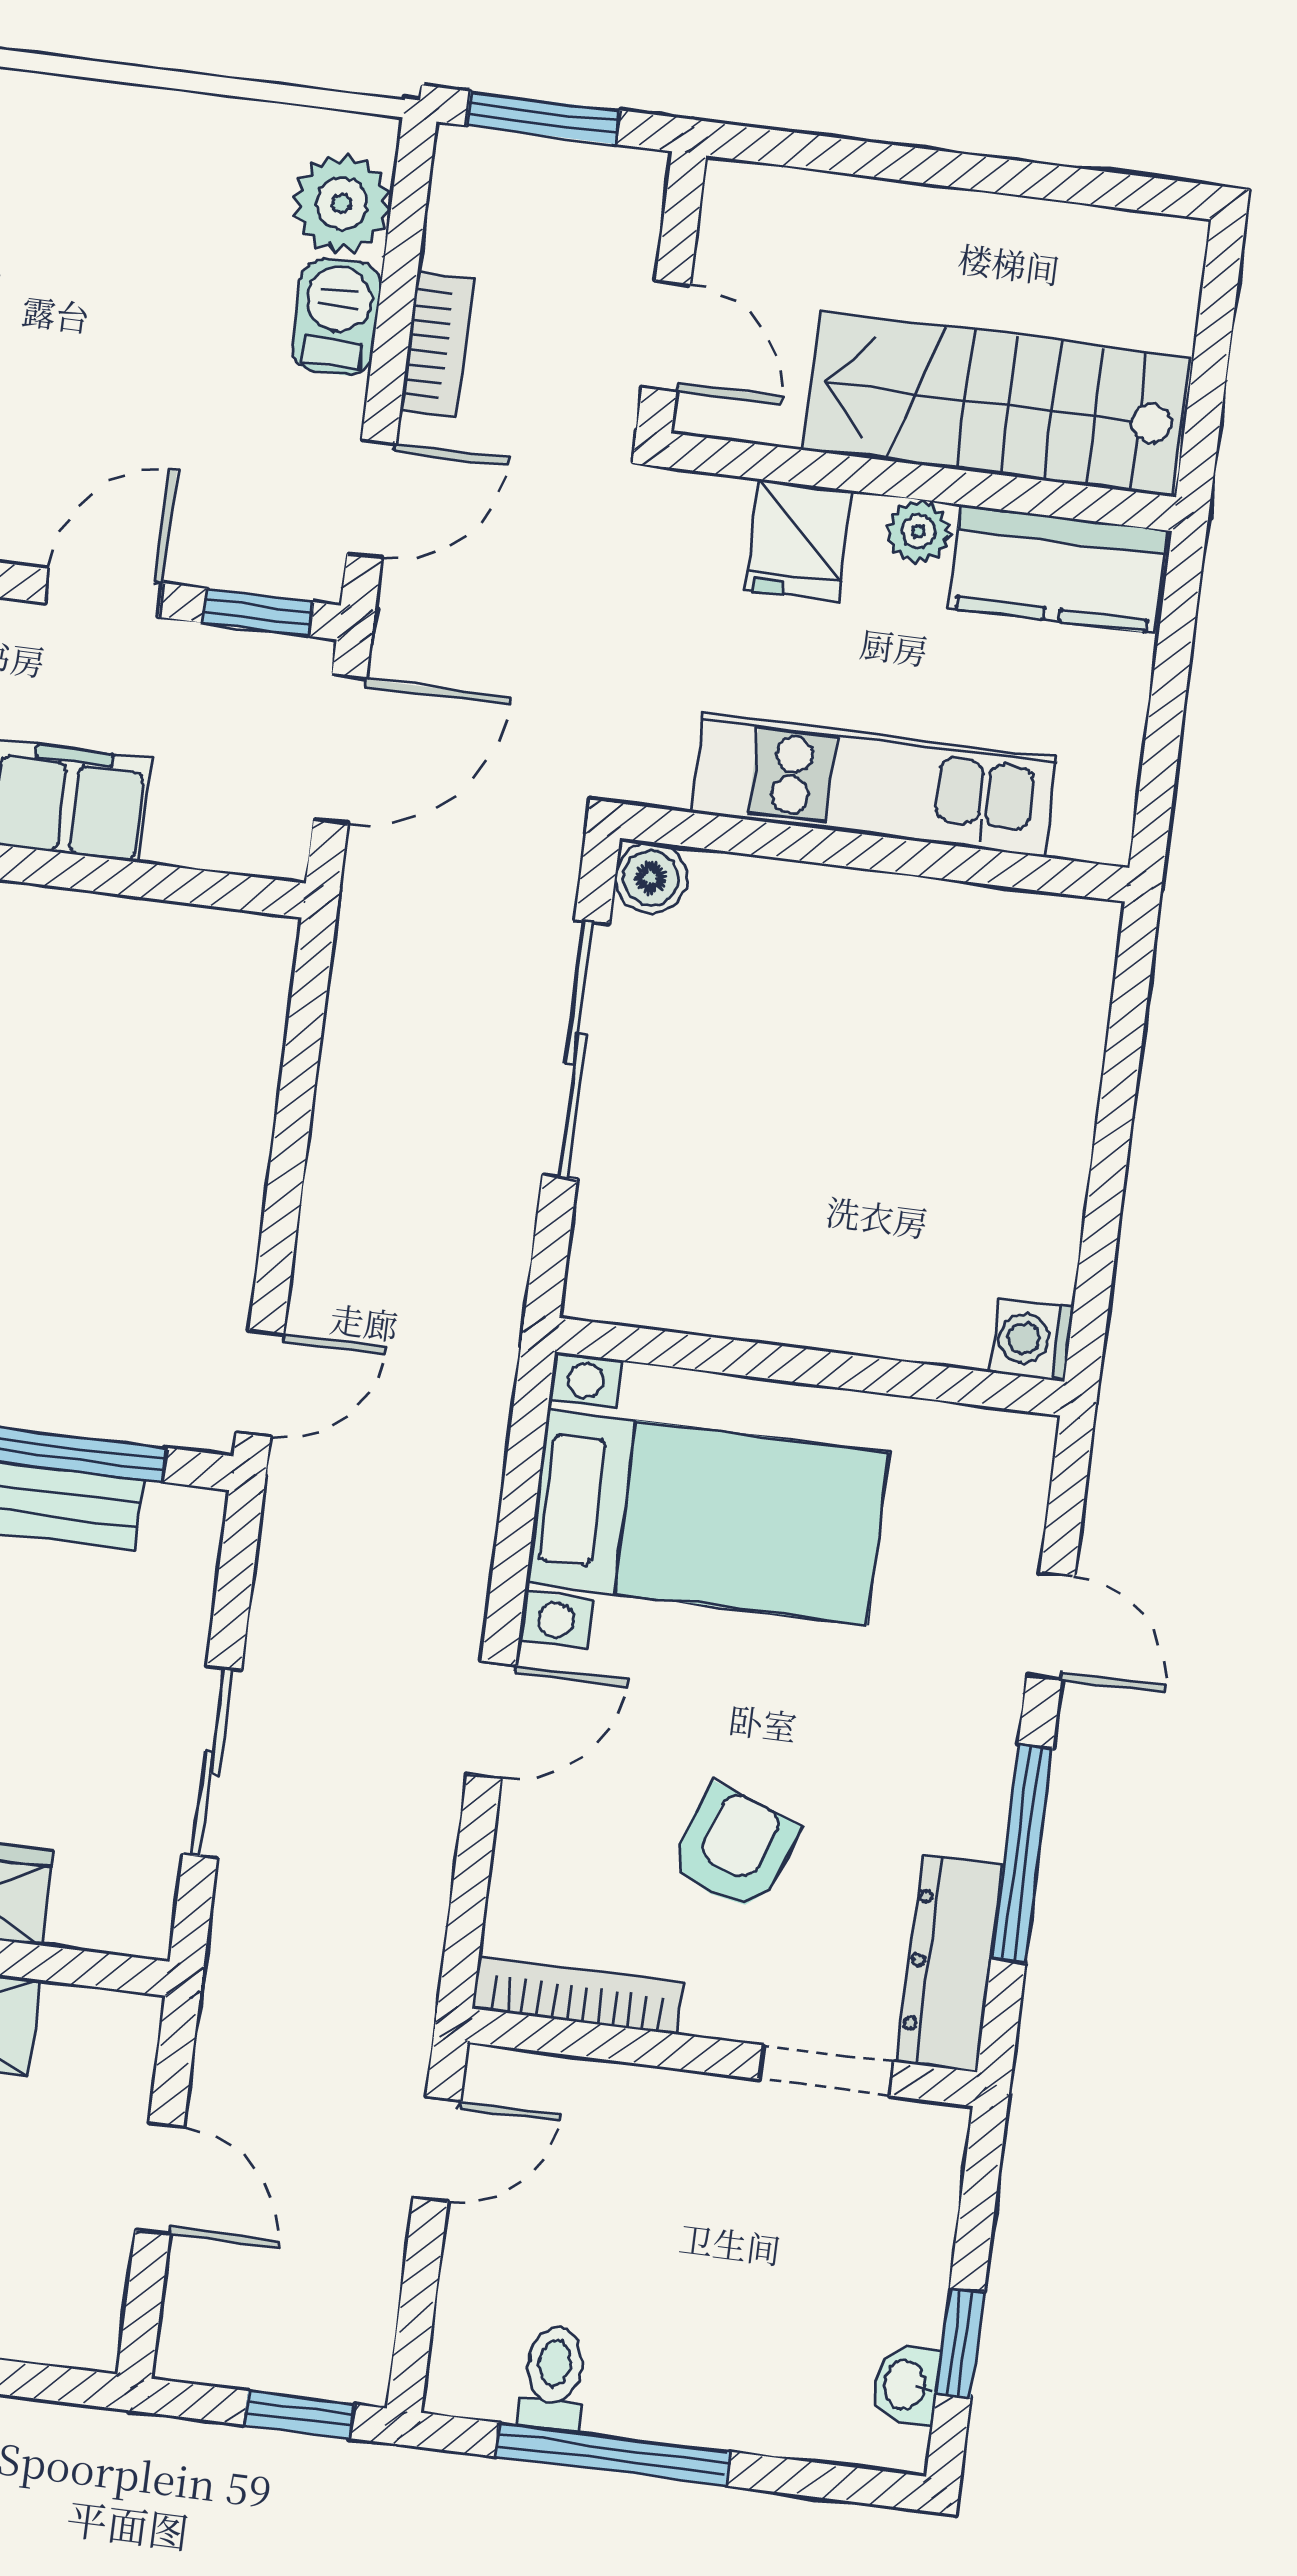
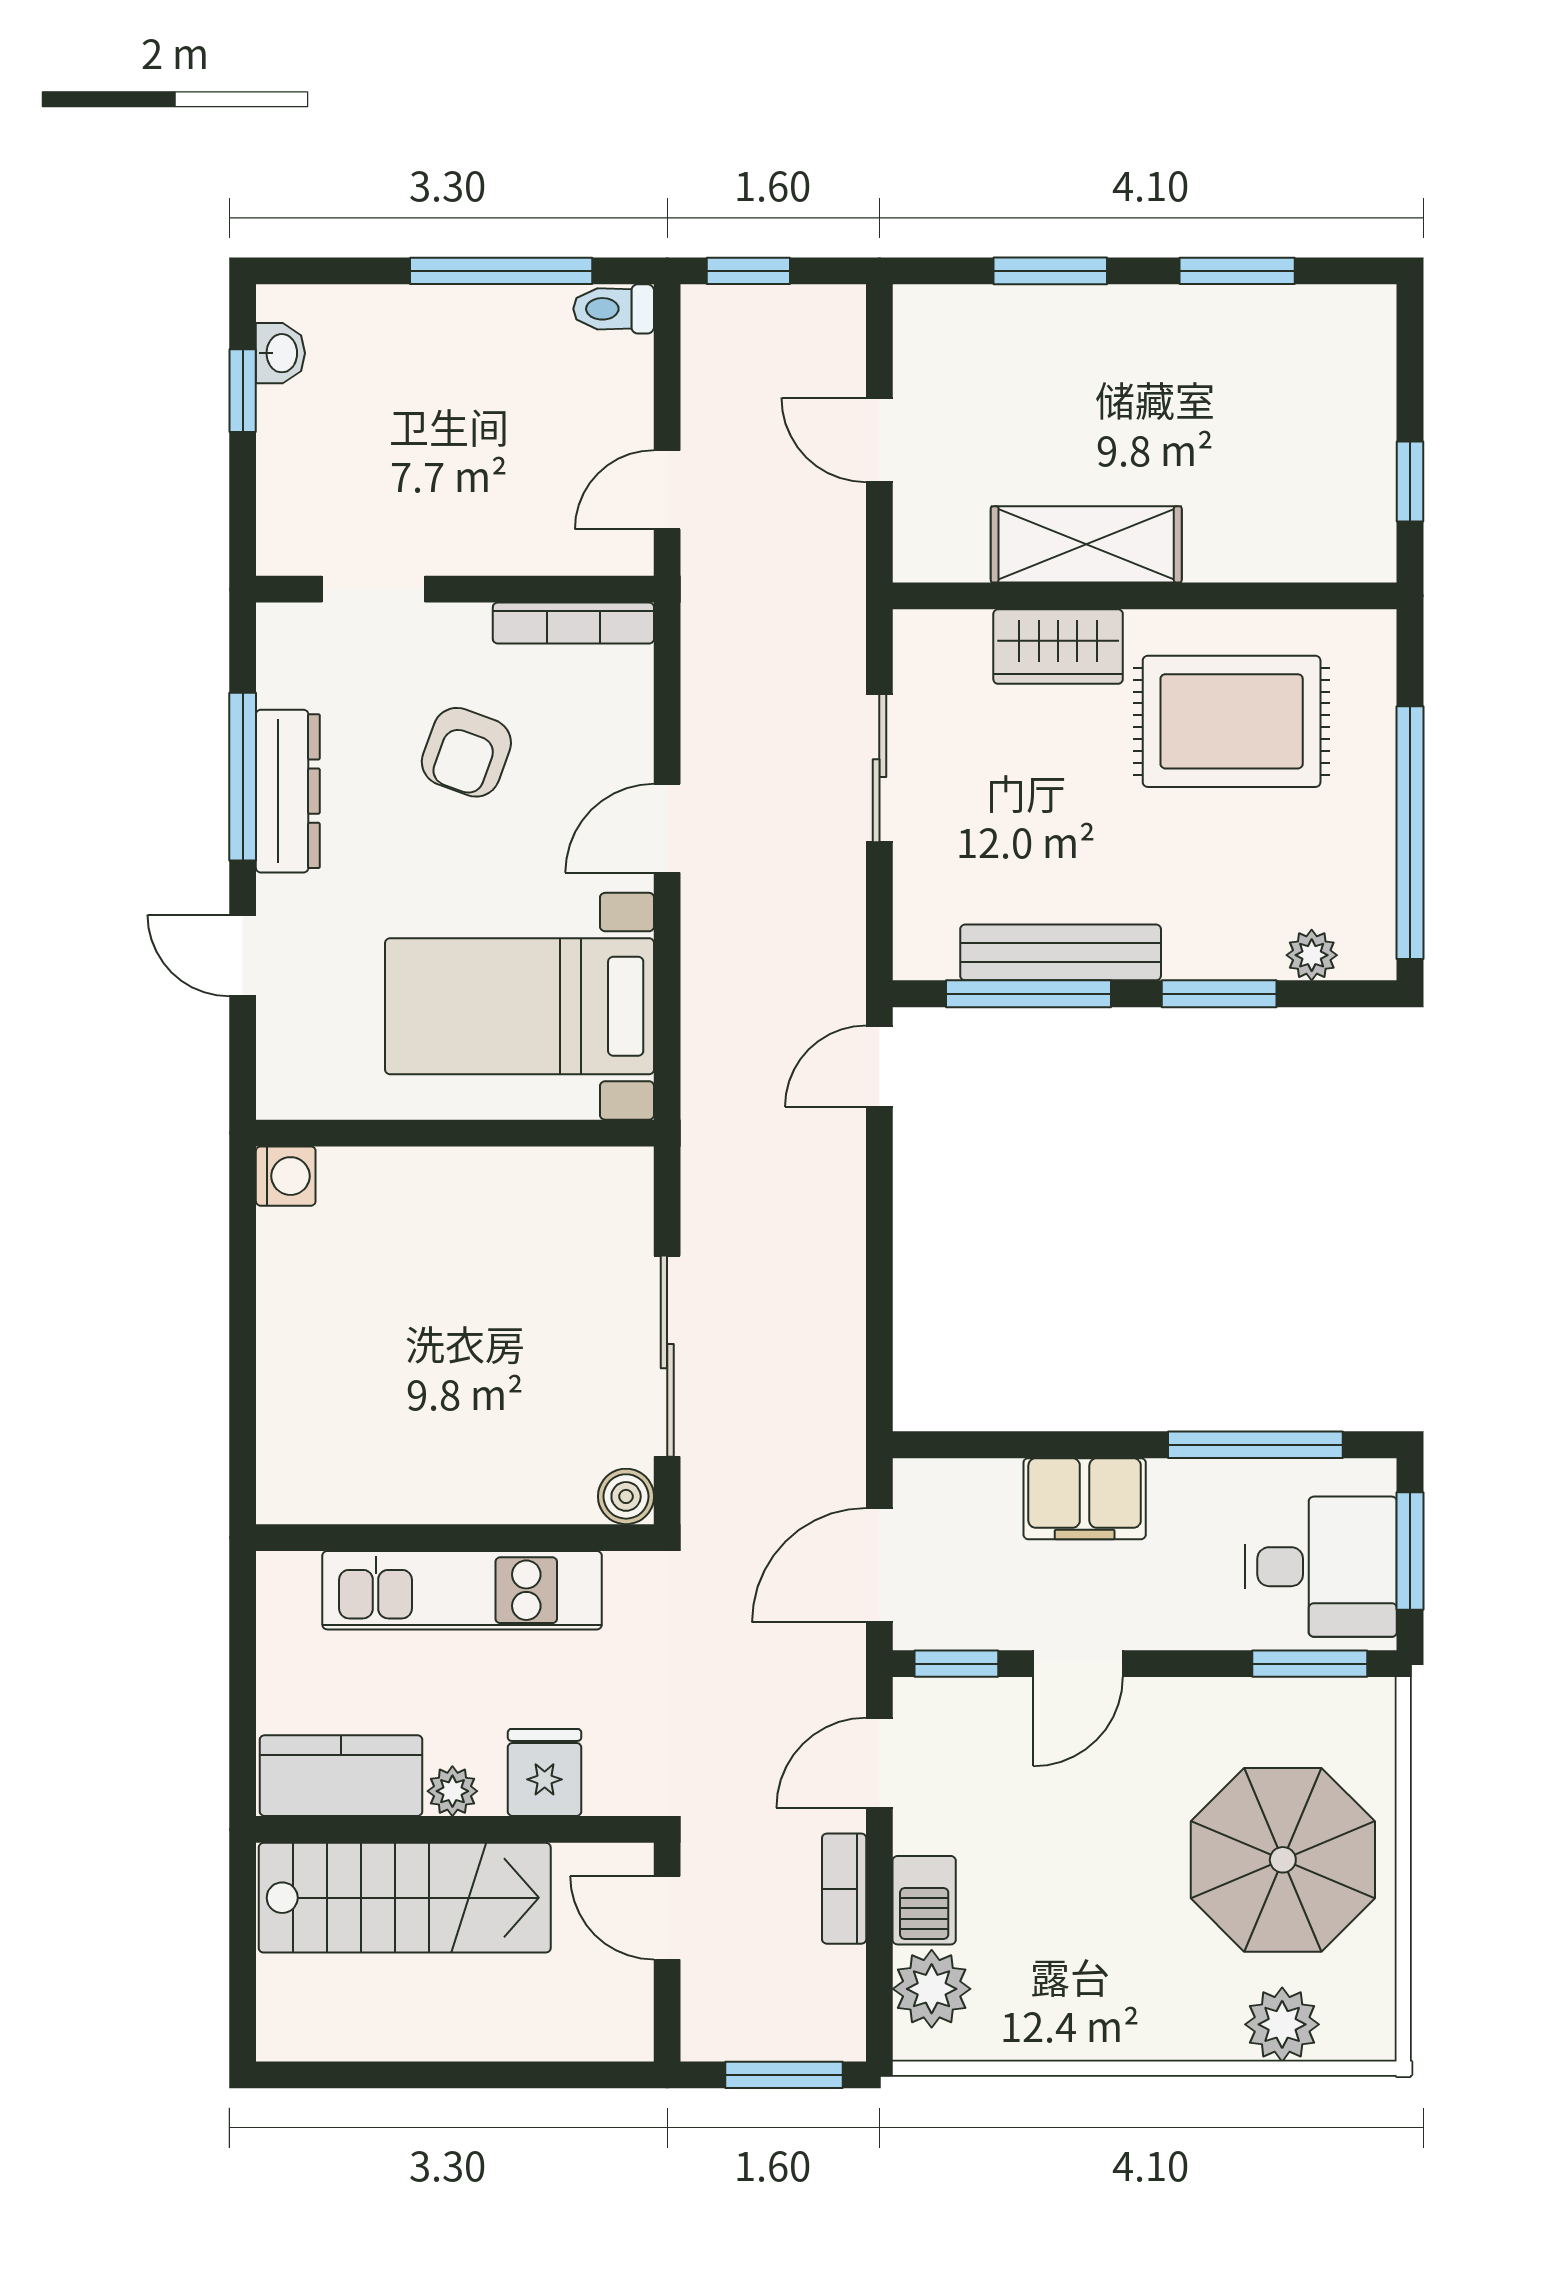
dresser: (950, 1964) -> (288, 791), moved
toilet: (553, 2378) -> (614, 309), moved, turned 90

